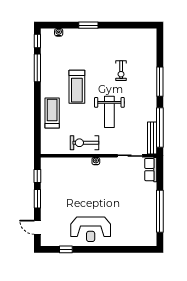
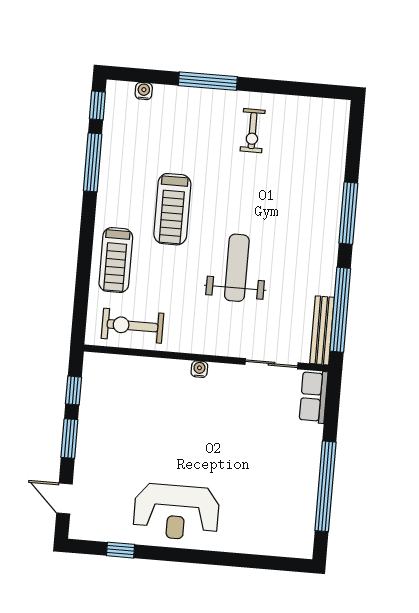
window: (88, 25) -> (208, 81), width x1.44
exercise bike: (121, 71) -> (253, 131), moved
weight bench: (109, 112) -> (237, 268), turned 180
treadmill: (52, 113) -> (116, 260), turned 180
exercise bike: (84, 143) -> (132, 326), moved

